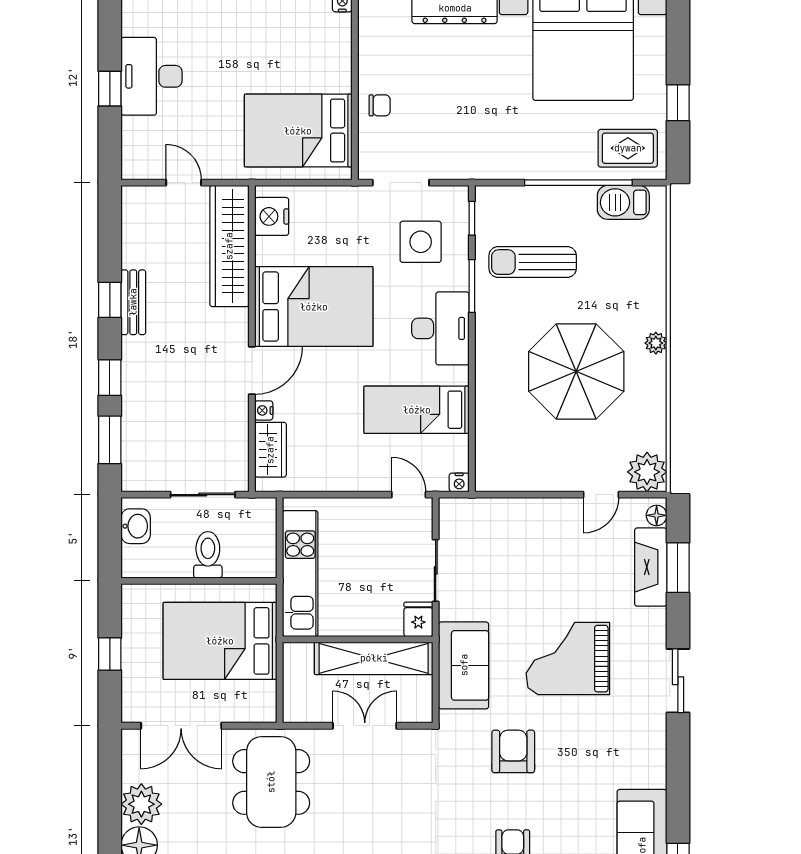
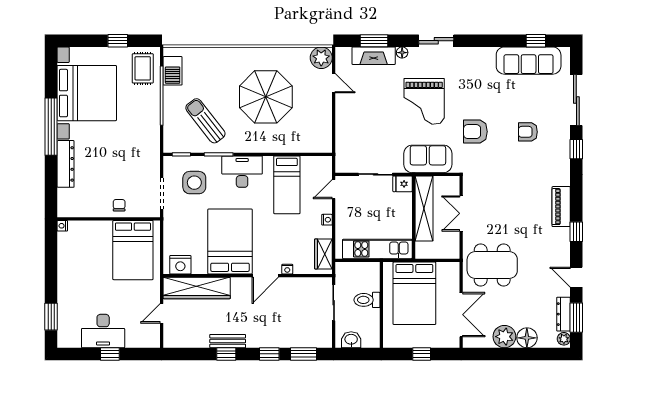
sun lounger: (533, 262) -> (205, 121), turned 142
plant: (656, 343) -> (250, 53), removed
door: (252, 370) -> (265, 276), swing flipped
wardrobe: (270, 450) -> (323, 254), moved, turned -90
nightstand: (459, 482) -> (327, 220), moved
floor lamp: (657, 515) -> (402, 53), moved

